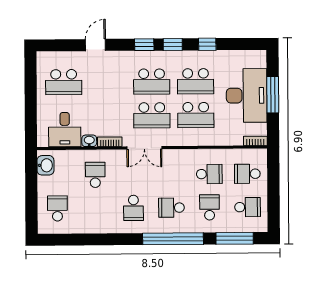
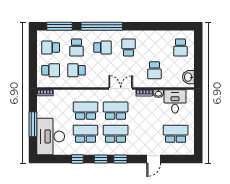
desk: (247, 96) -> (51, 136), moved

